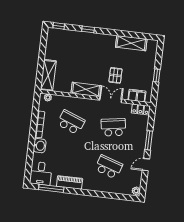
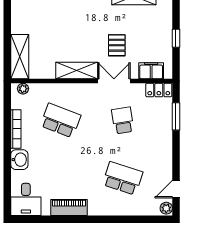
school desk: (113, 127) -> (123, 120), width x0.54
window: (149, 140) -> (176, 116), moved
door: (146, 165) -> (176, 189), moved
window: (51, 188) -> (44, 219), removed

